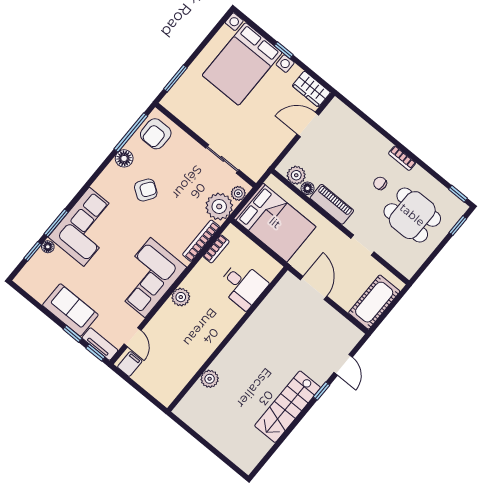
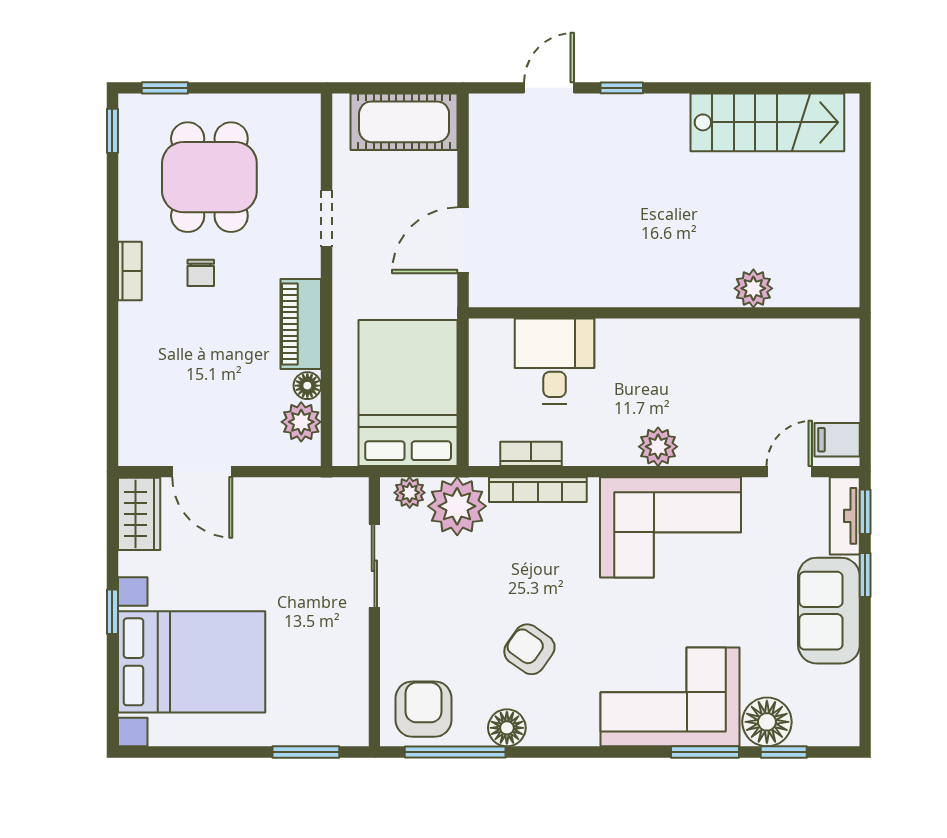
armchair: (156, 134) -> (423, 709), turned -90
floor lamp: (48, 247) -> (767, 722), width x1.89, depth x1.89
stairs: (288, 407) -> (767, 122), moved

